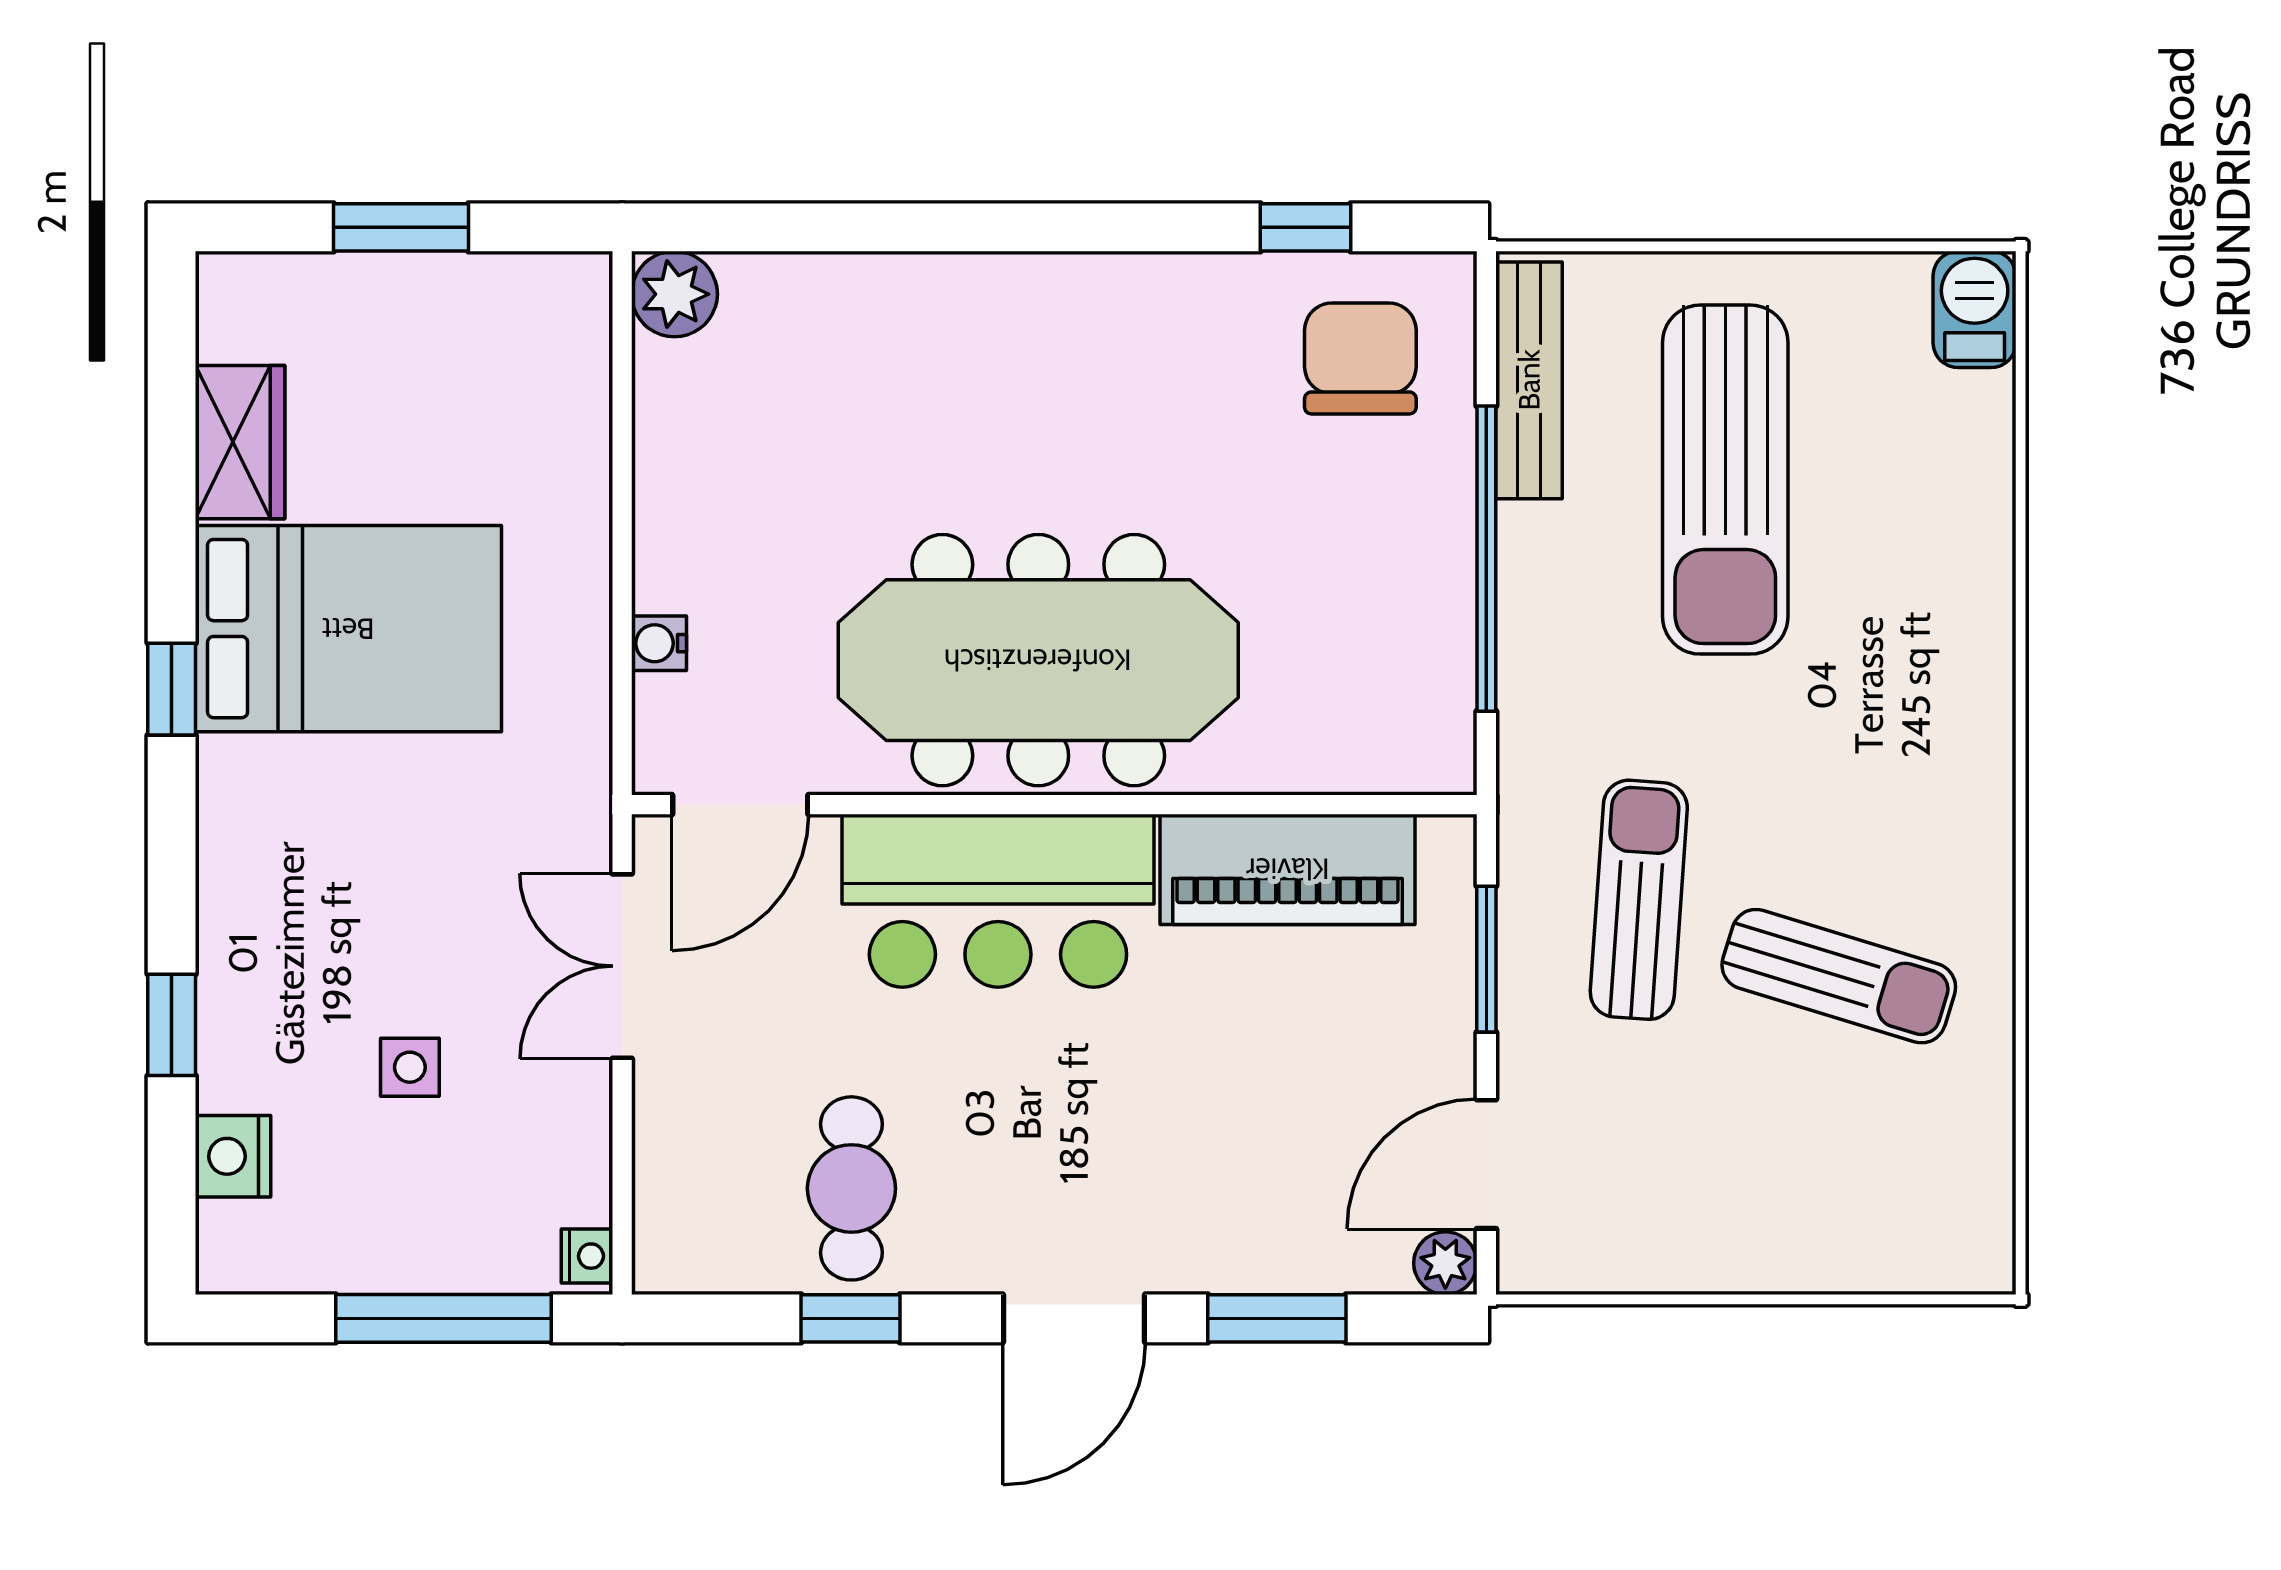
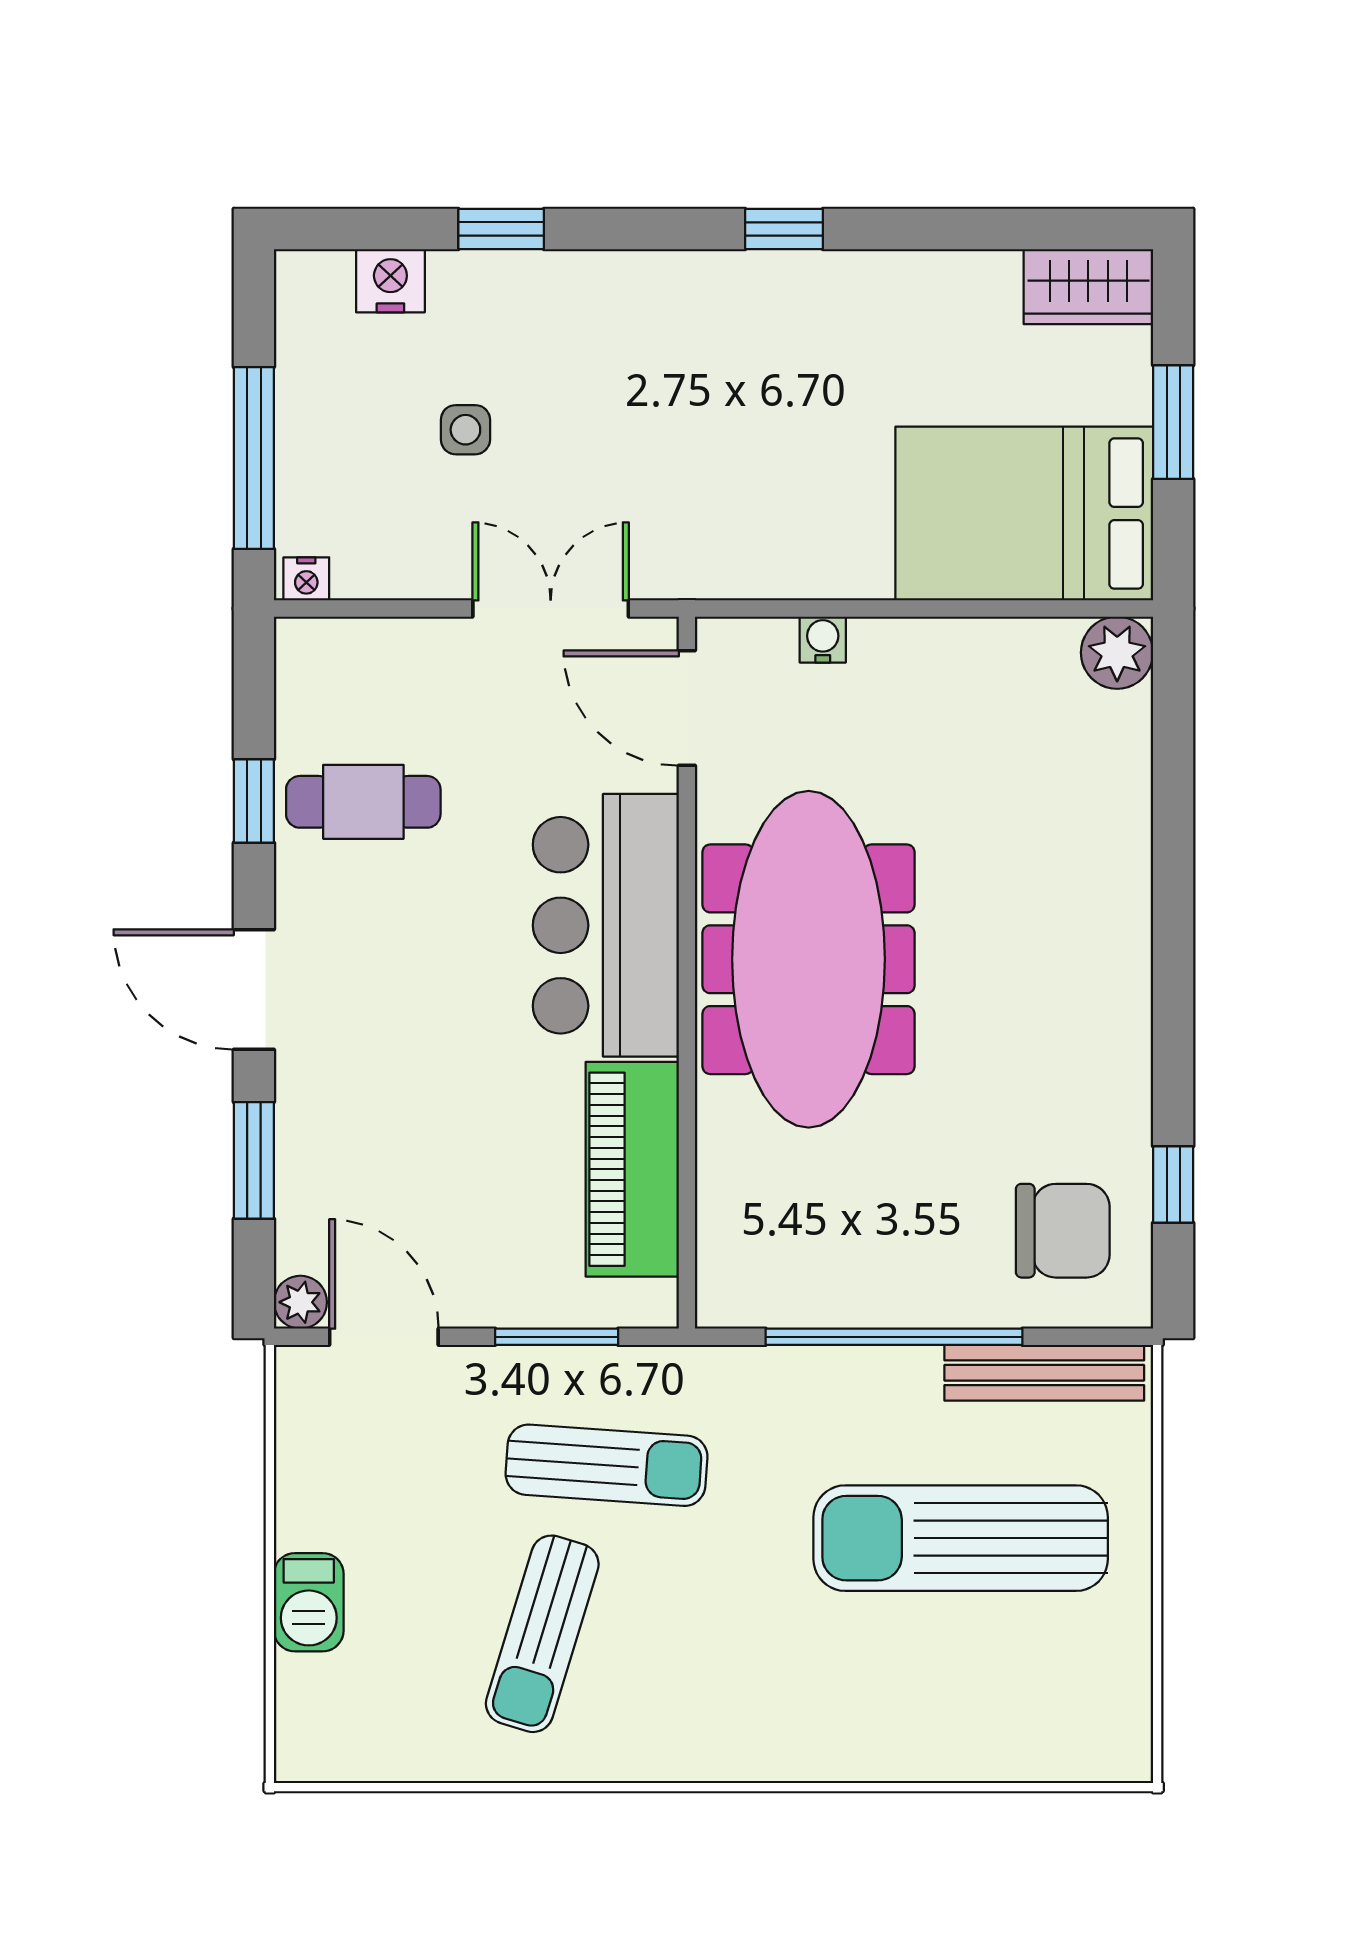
barbecue: (1975, 309) -> (309, 1602), moved, turned 90
wardrobe: (240, 442) -> (1088, 287), moved
bed: (348, 629) -> (1024, 514), moved, turned 90

